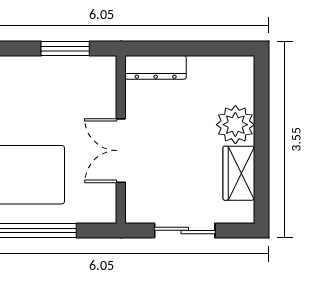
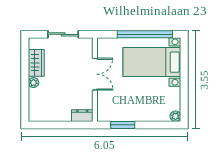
dresser: (156, 67) -> (82, 116), width x0.70
plant: (235, 125) -> (33, 83), width x0.53, depth x0.53

